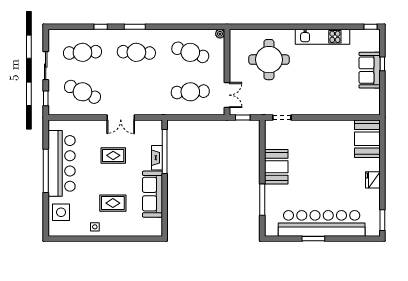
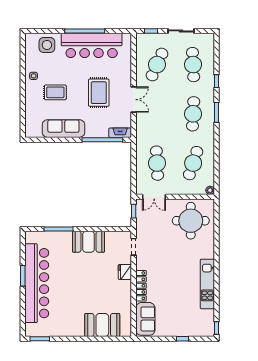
round table: (269, 60) -> (191, 221), moved
sofa: (370, 70) -> (145, 319), moved, turned 90
locker: (324, 109) -> (141, 286), added
double door: (121, 117) -> (134, 100), swing flipped
booth: (367, 139) -> (102, 325), moved
rug: (113, 155) -> (99, 93), width x1.36, depth x1.43
fireplace: (157, 158) -> (120, 133), moved
fridge: (373, 180) -> (125, 272), moved, turned -90
rug: (113, 203) -> (55, 92), turned 90

